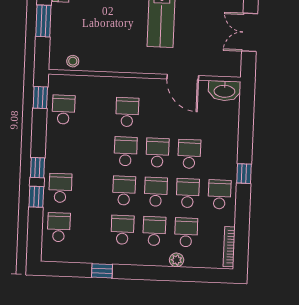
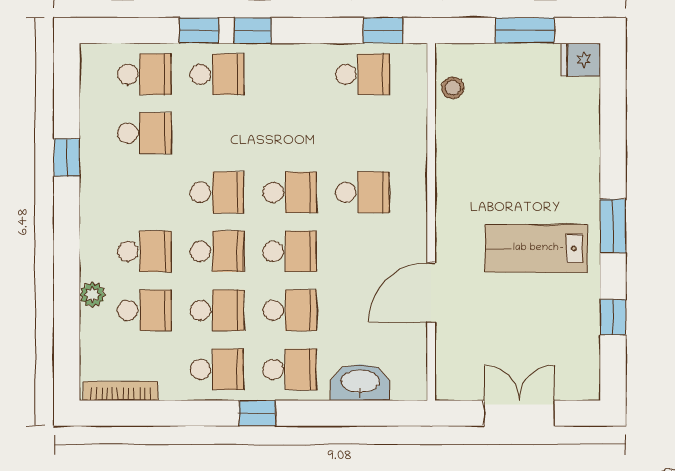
washbasin: (224, 91) -> (360, 382), moved, turned 90
school desk: (221, 155) -> (290, 369), added
school desk: (122, 230) -> (144, 133), moved

